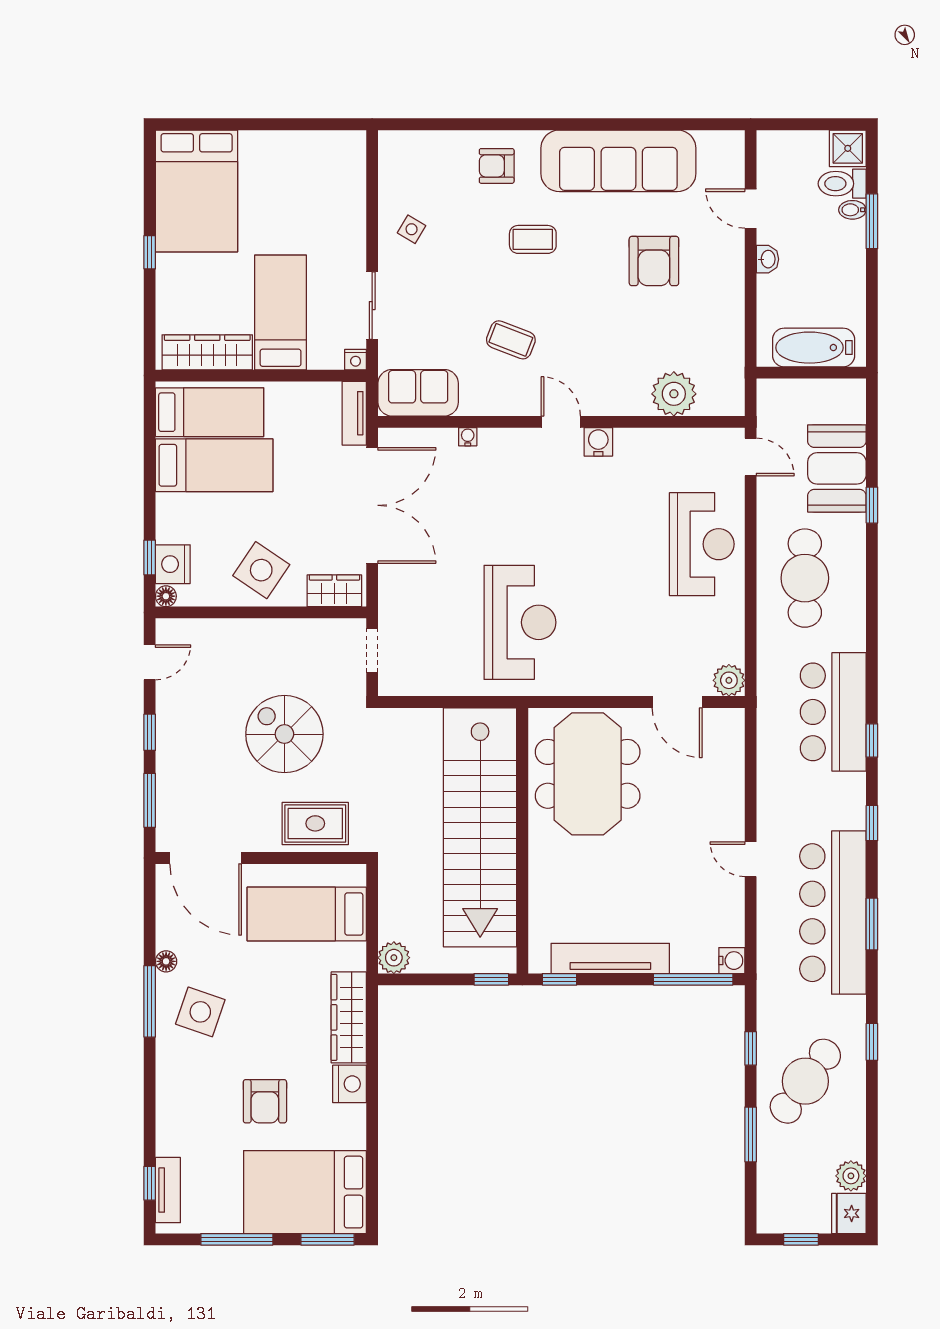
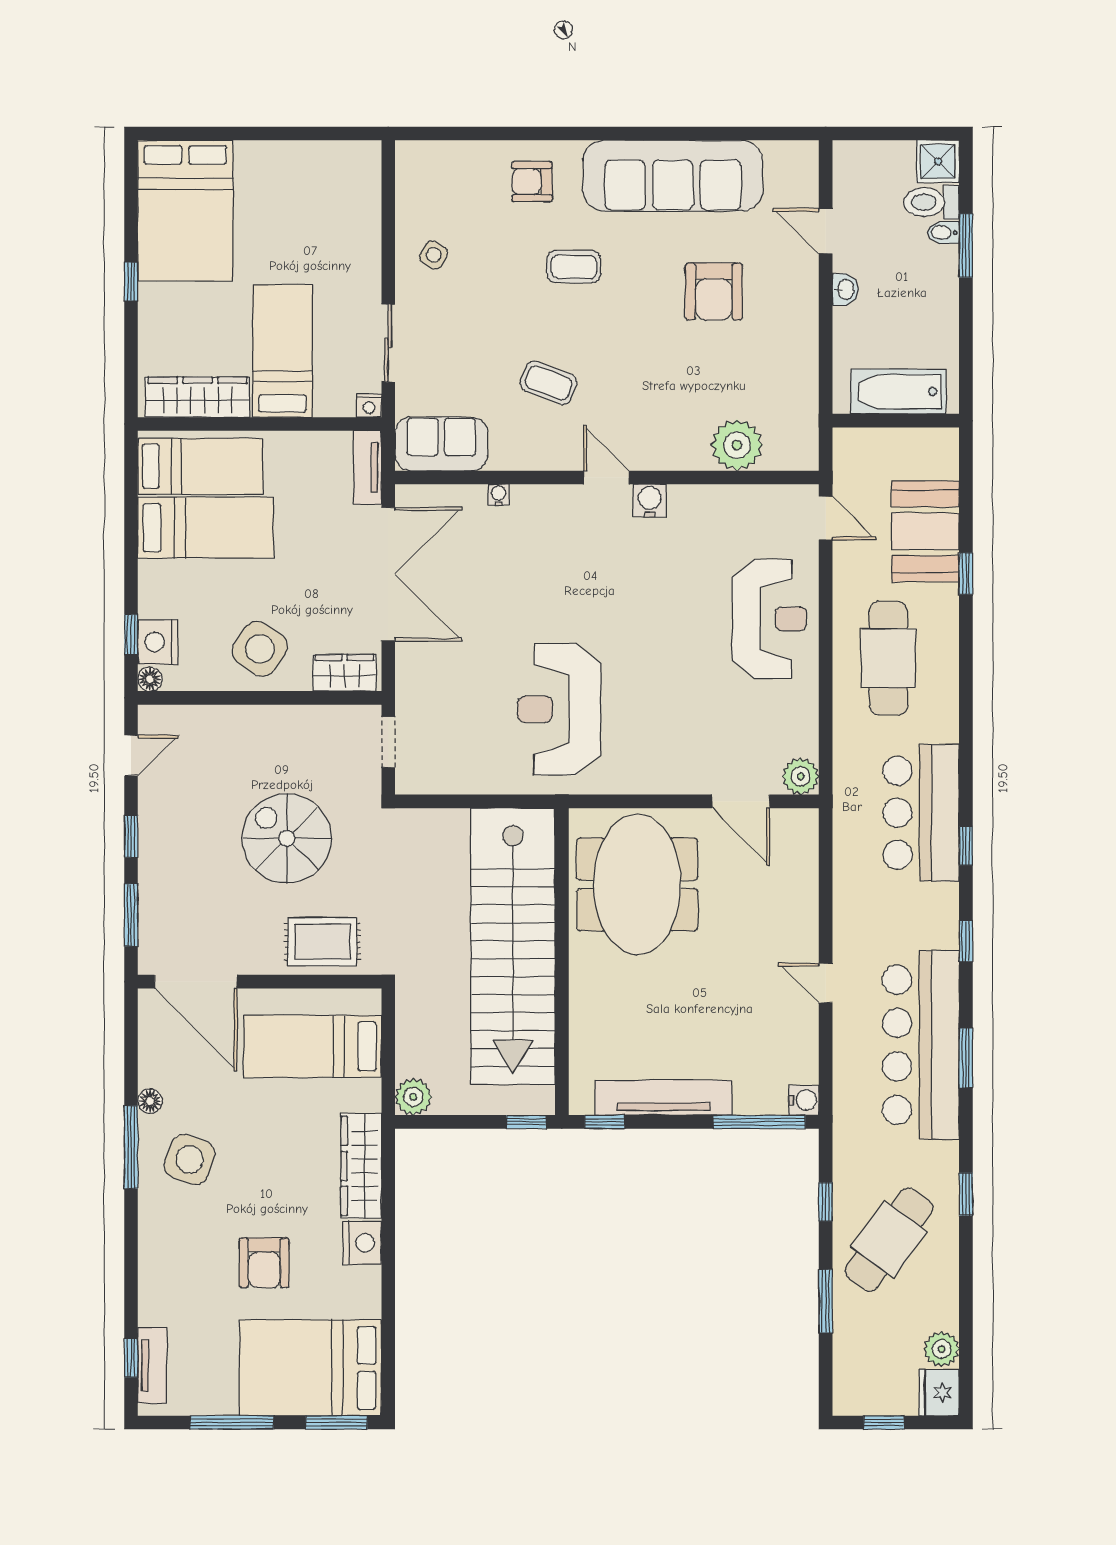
reception desk: (520, 622) -> (559, 709), turned 180

